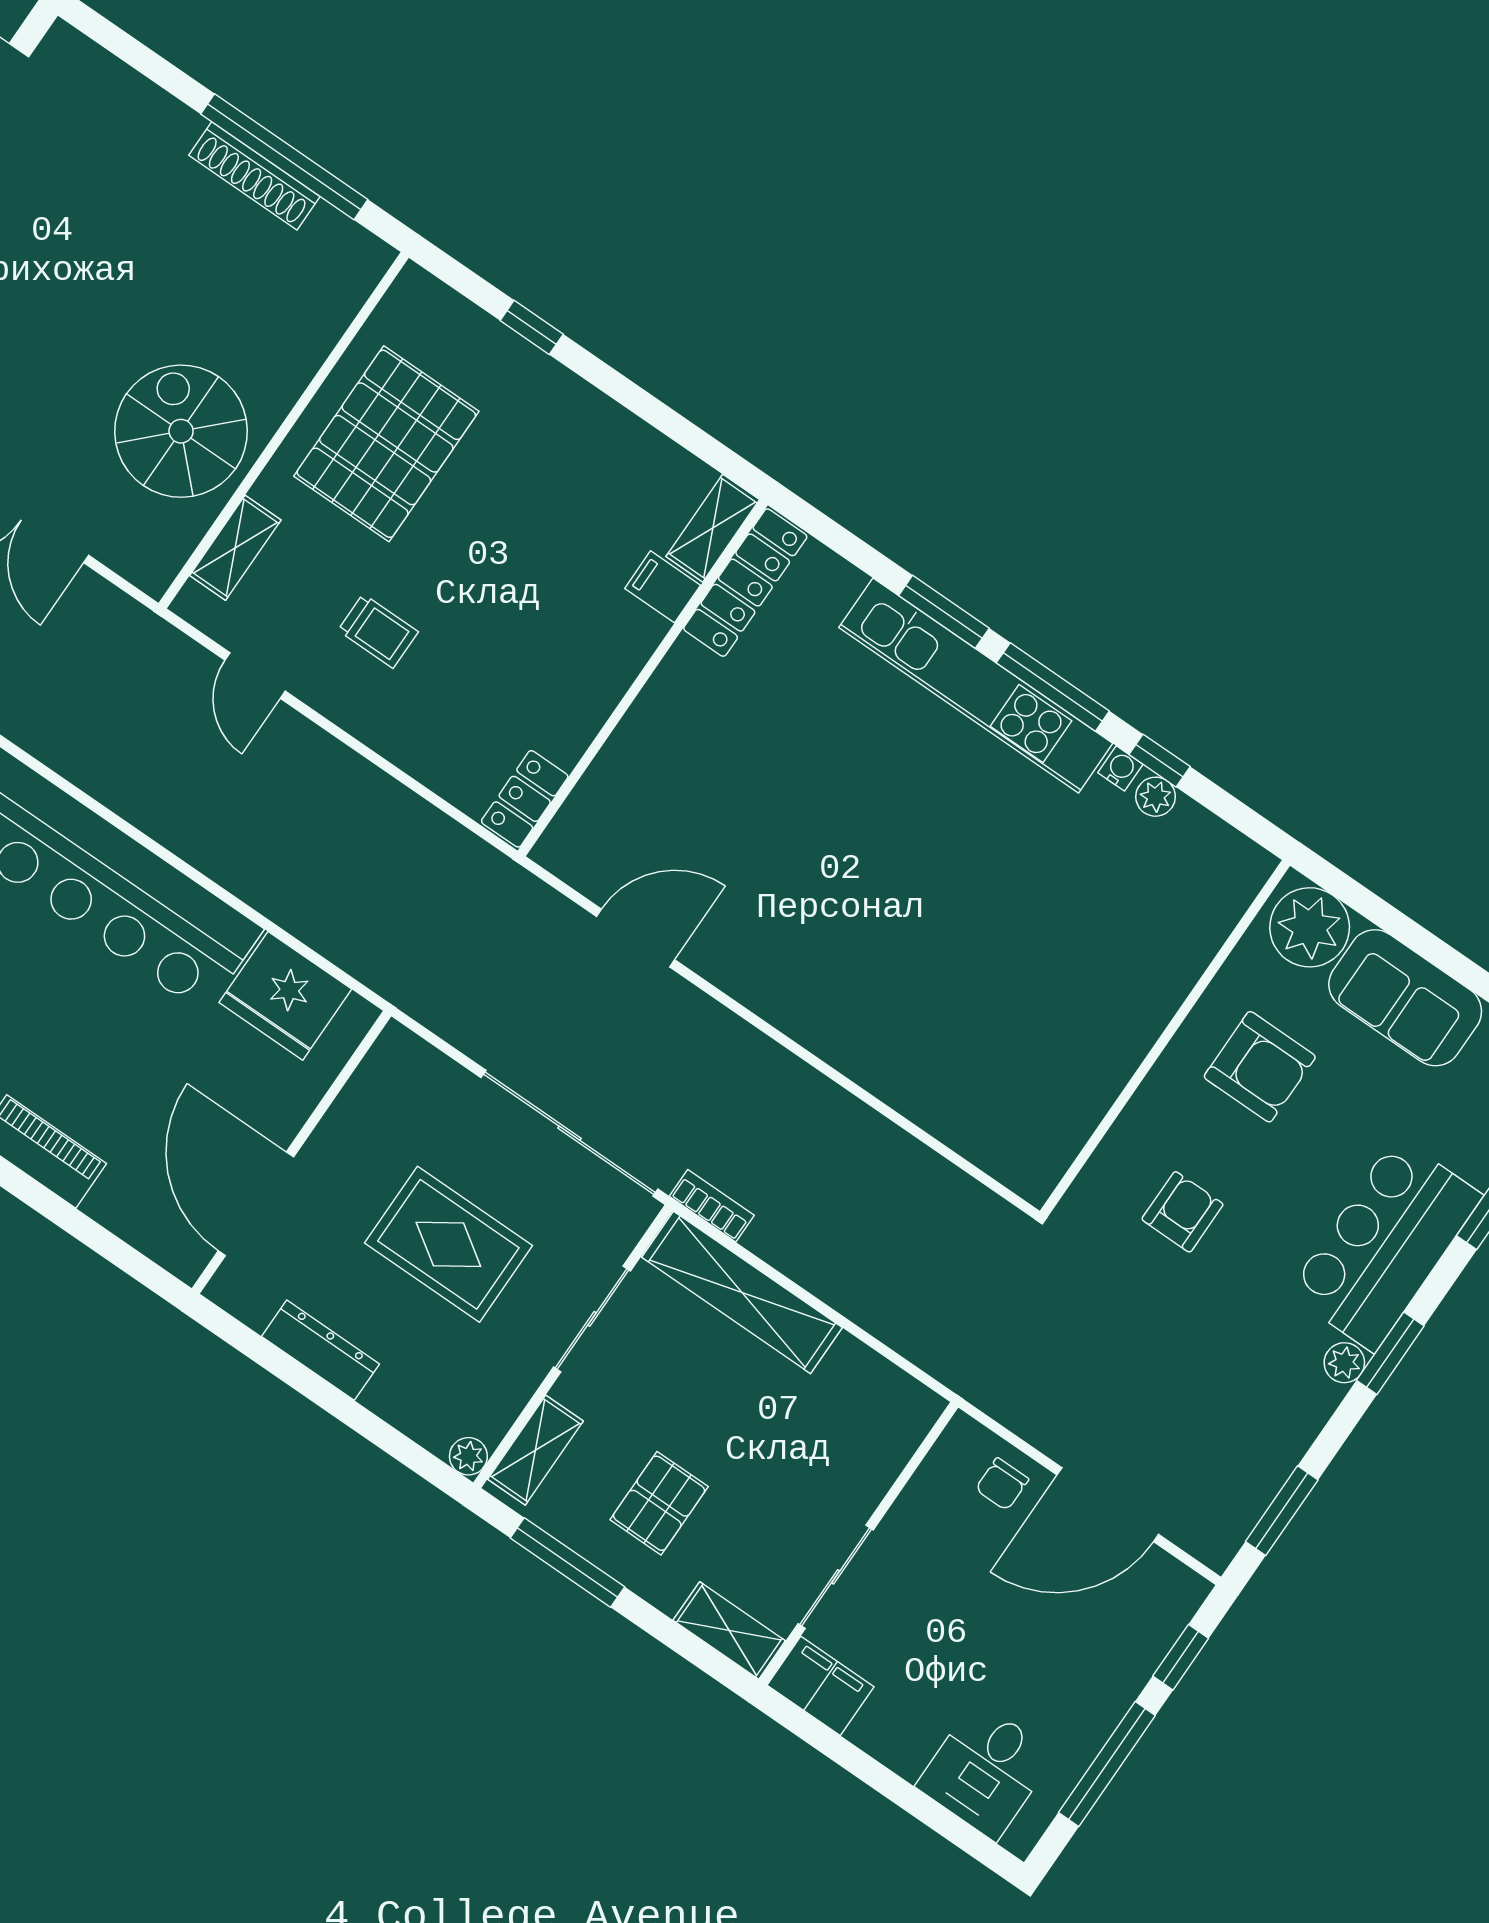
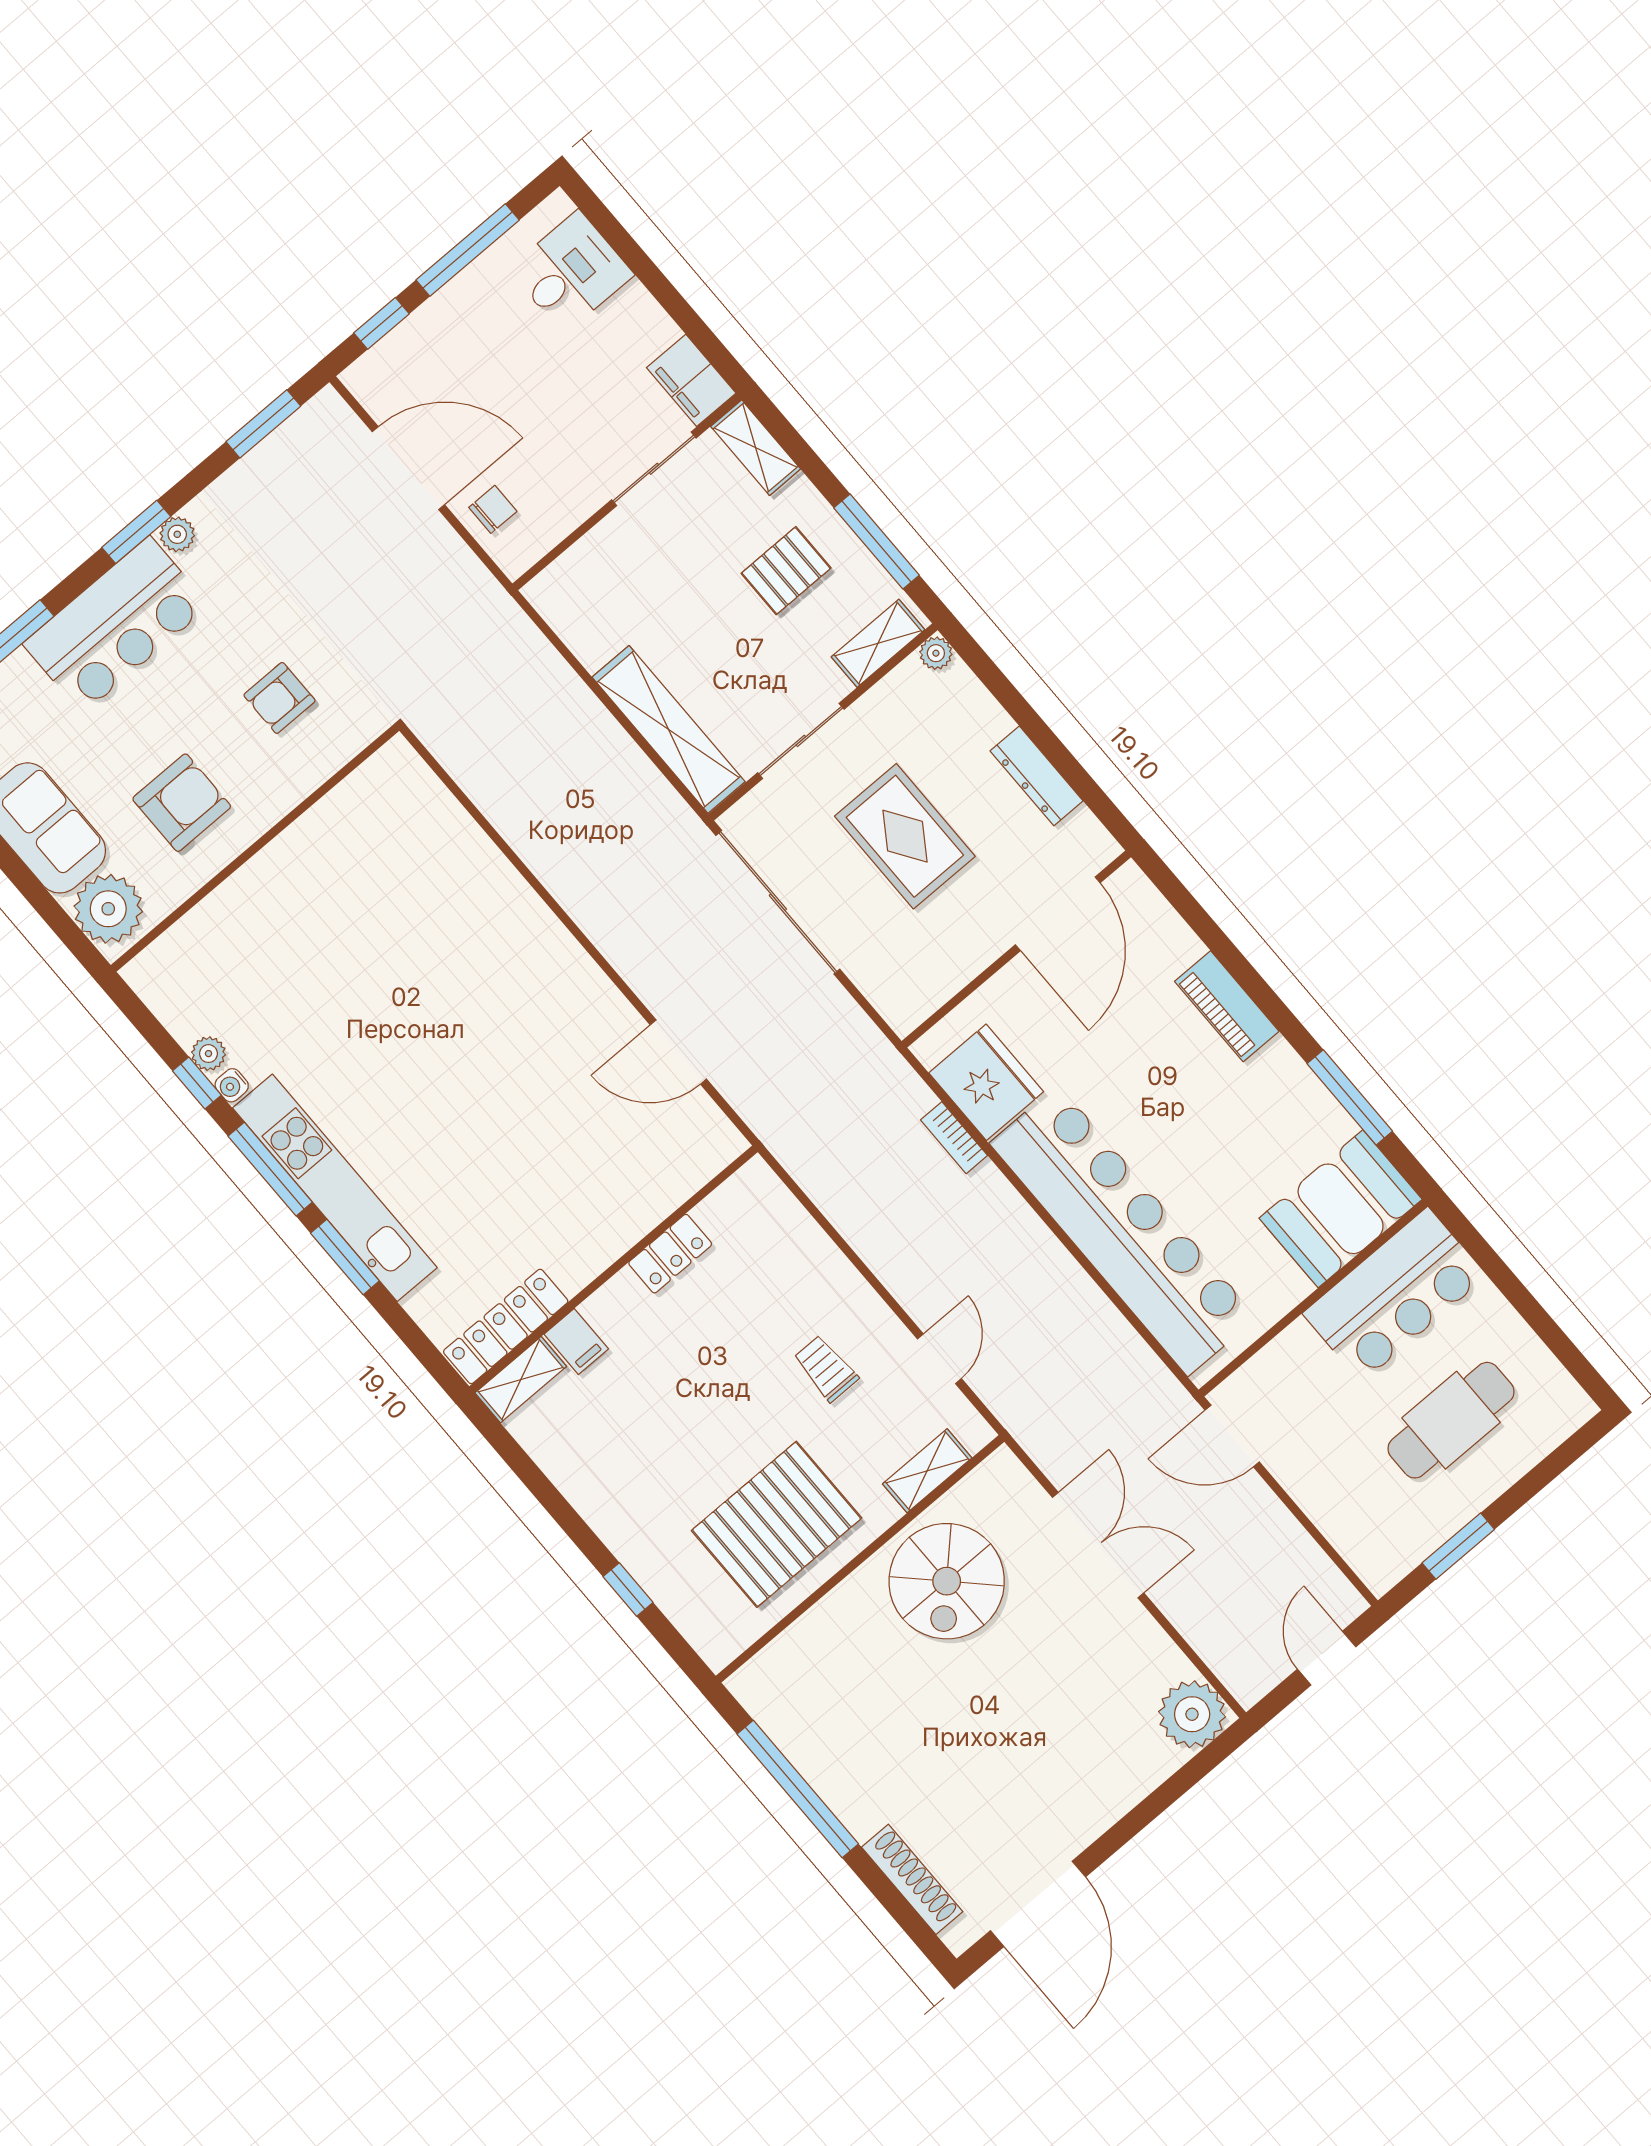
shoe rack: (254, 176) -> (912, 1879), moved
locker: (525, 799) -> (670, 1254), moved
armchair: (1260, 1067) -> (182, 803), turned 90
bookcase: (712, 1206) -> (954, 1138), moved

